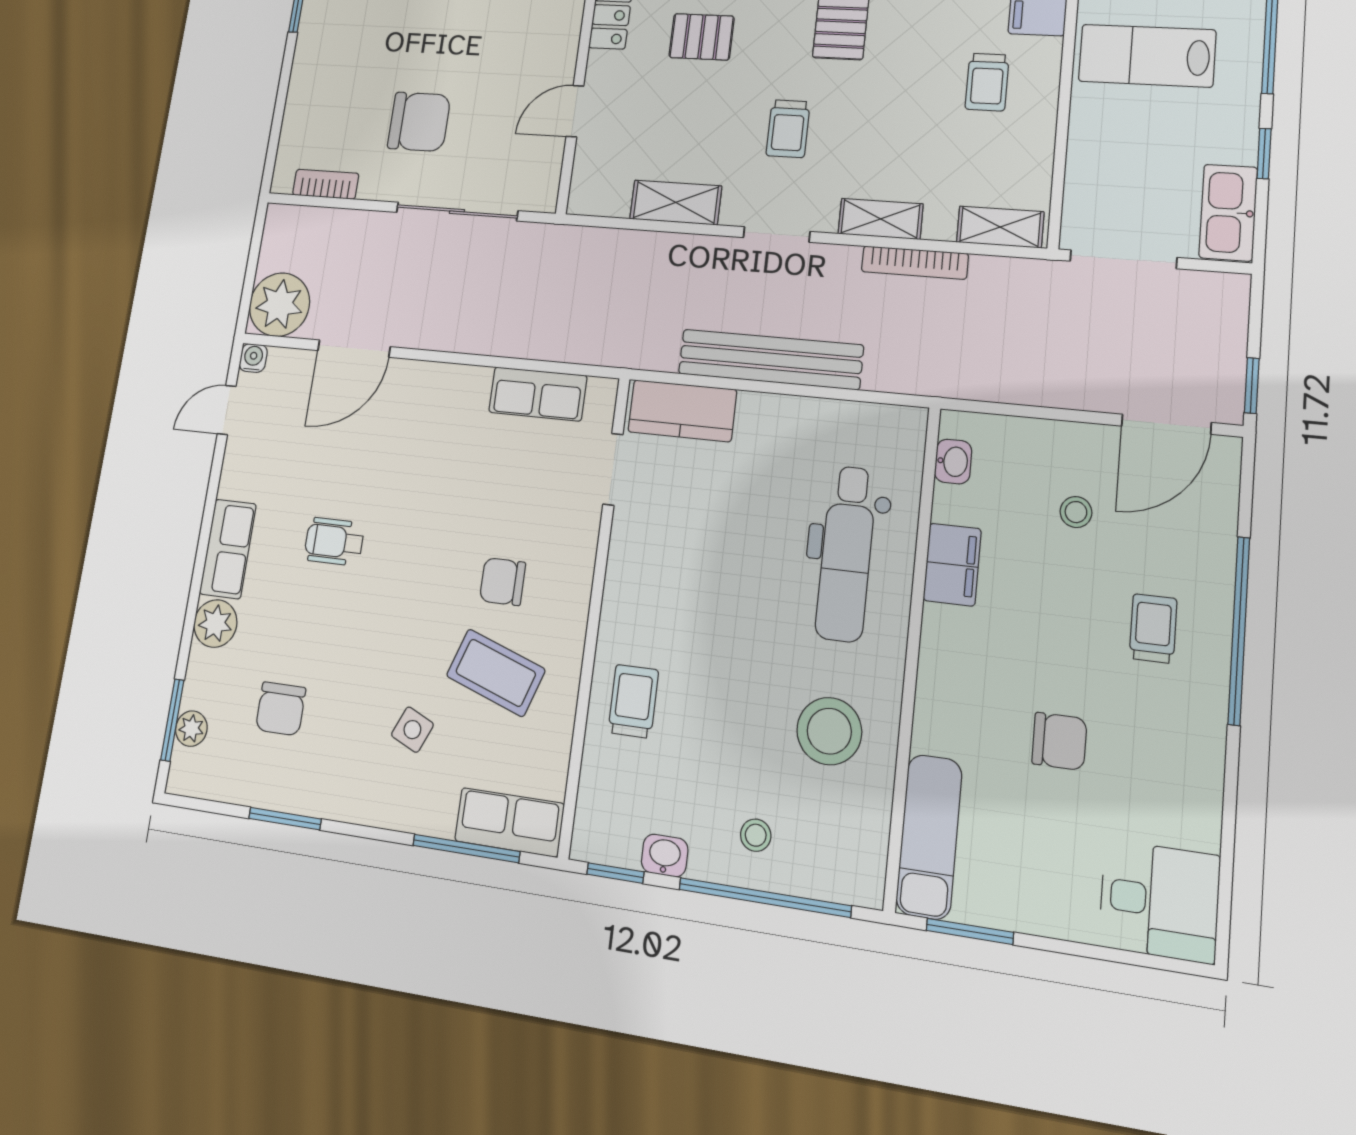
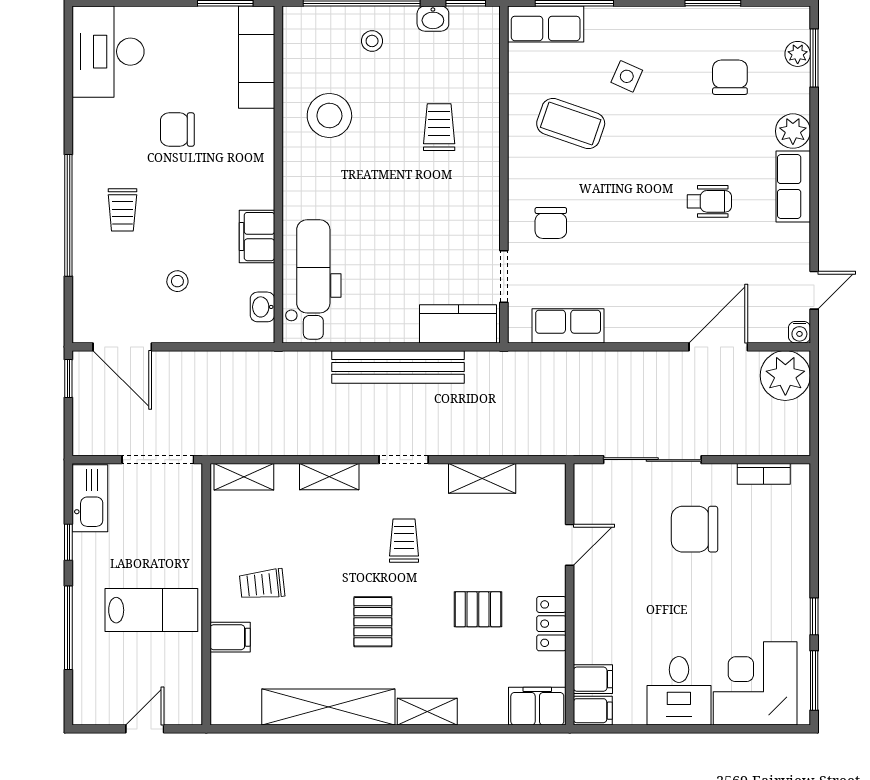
trolley: (987, 82) -> (262, 584), turned -96
bookcase: (915, 263) -> (302, 446), removed
door: (1166, 424) -> (122, 347), swing flipped
dental chair: (846, 553) -> (313, 280), moved
chair: (503, 582) -> (551, 223), moved, turned 90
trolley: (633, 701) -> (439, 127), moved, turned 180
desk: (1159, 901) -> (108, 52), width x1.37

